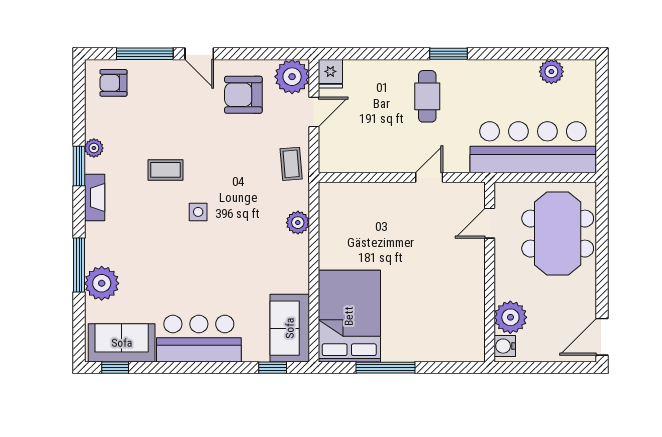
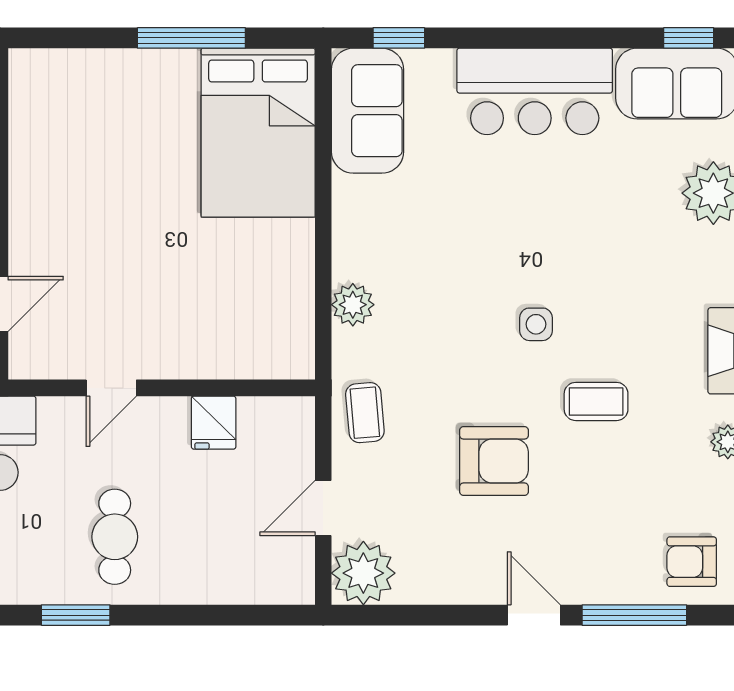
fridge: (330, 74) -> (214, 423), moved, turned 180
armchair: (113, 83) -> (692, 562), turned 180
armchair: (243, 95) -> (494, 461), moved

